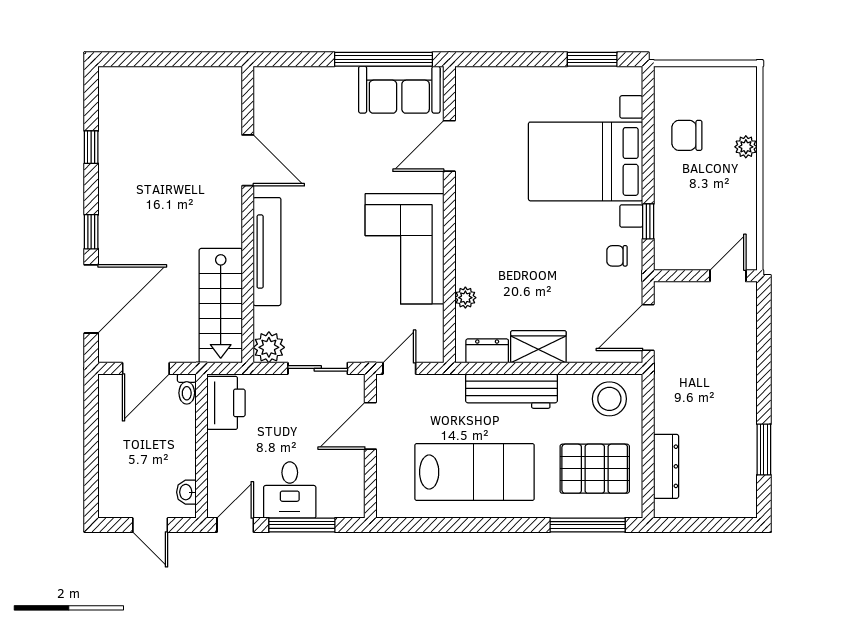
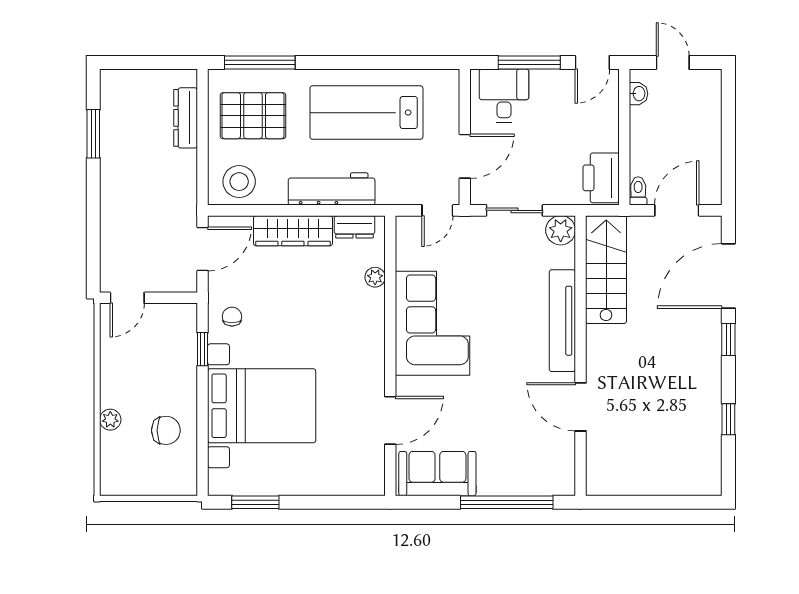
window: (383, 59) -> (507, 502), moved
chair: (617, 256) -> (232, 317), turned -90
wardrobe: (538, 347) -> (293, 231), width x1.50
desk: (290, 490) -> (504, 96), moved

